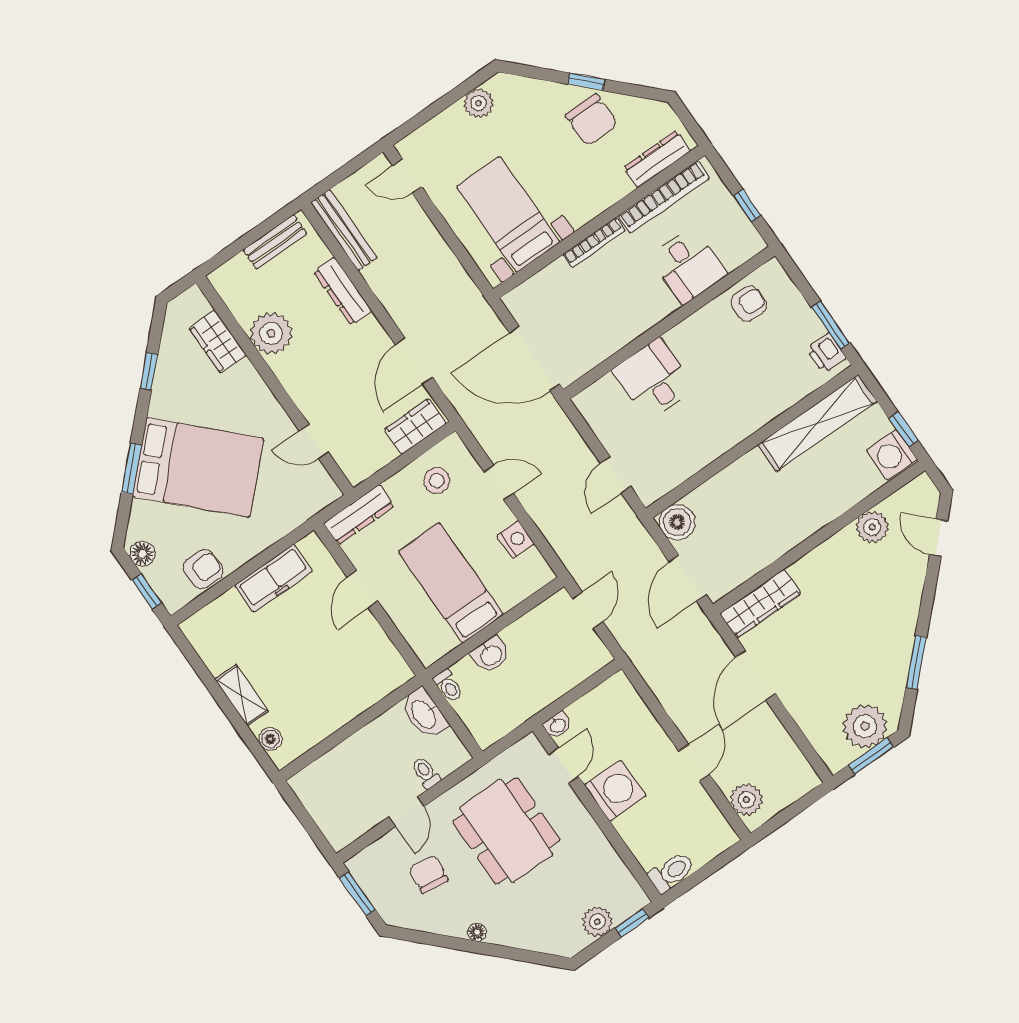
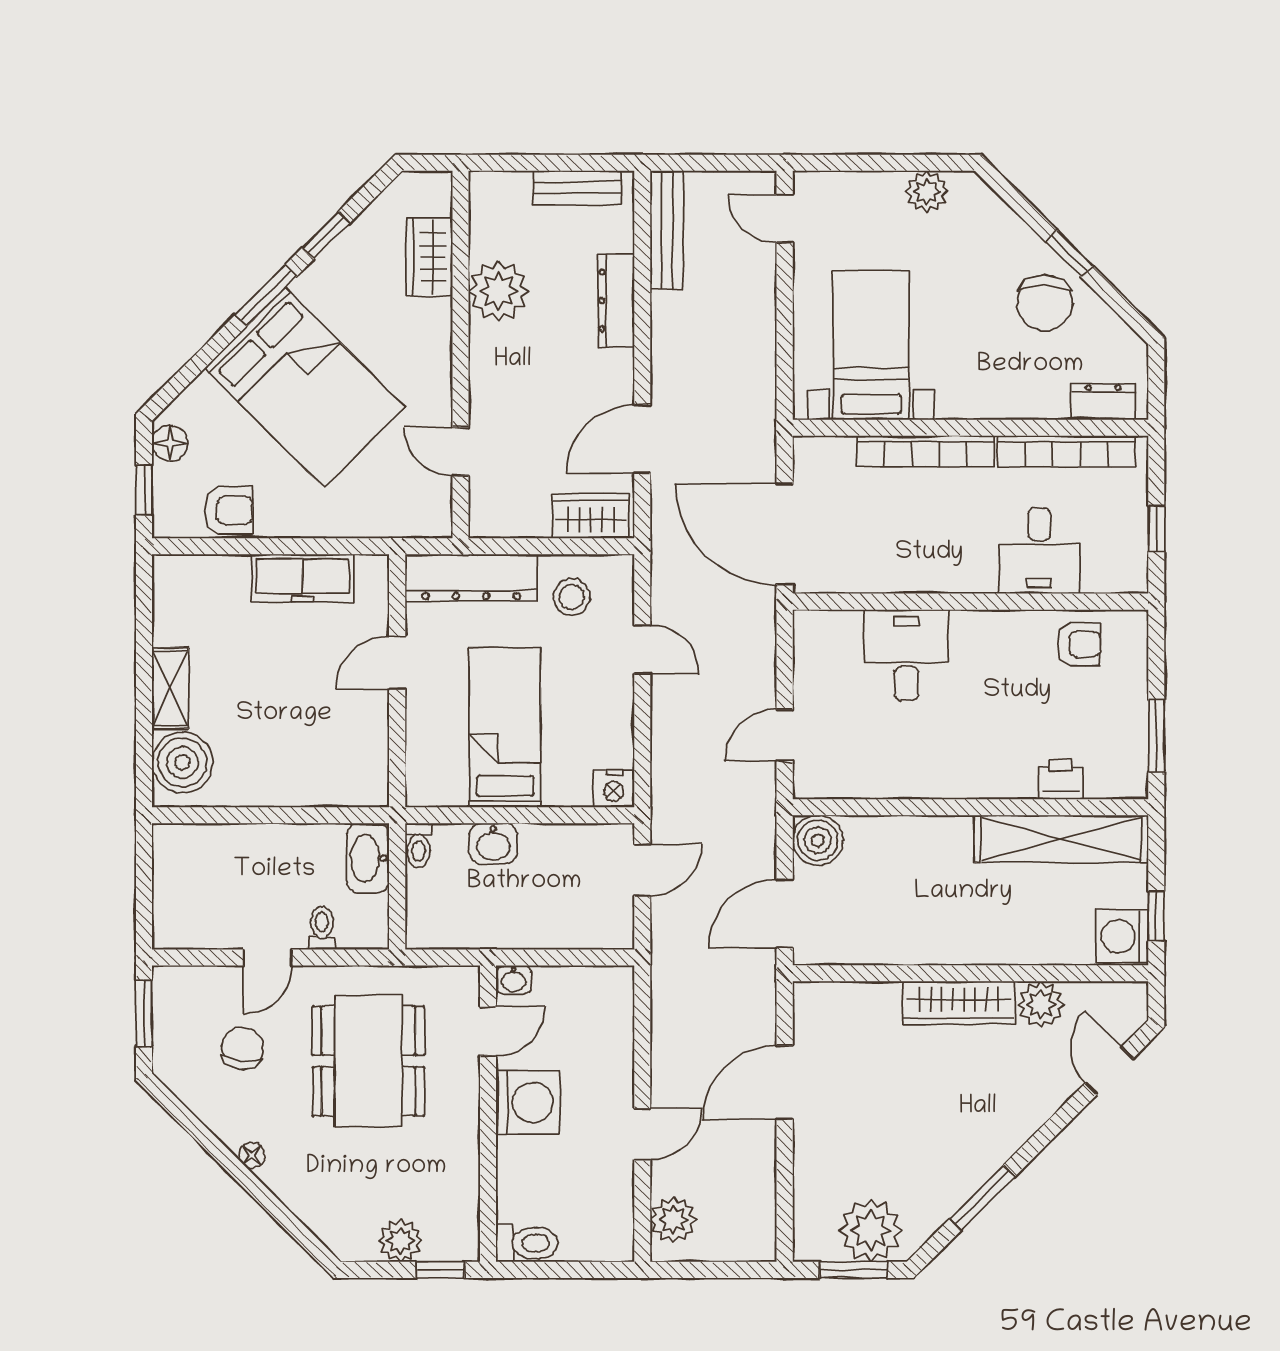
dresser: (657, 159) -> (1103, 402), width x0.70
bookcase: (594, 243) -> (926, 451), width x1.48, depth x1.31
printer: (826, 353) -> (1061, 779), moved, turned 90
window: (132, 469) -> (266, 295), moved
dresser: (359, 515) -> (471, 578), width x1.37, depth x1.24
nightstand: (516, 540) -> (614, 788), moved, turned 90
wardrobe: (760, 604) -> (959, 1003), moved
boiler: (270, 739) -> (182, 762), width x1.86, depth x1.86

